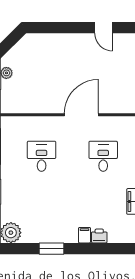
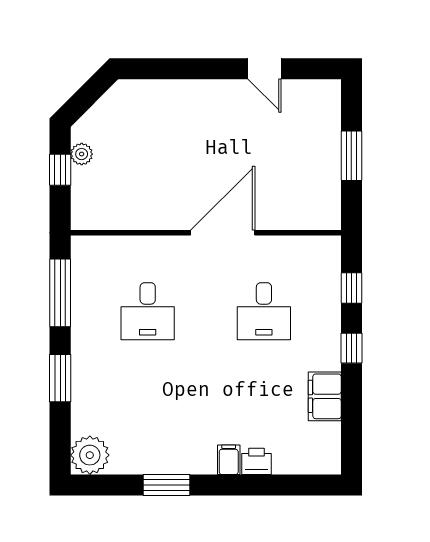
desk: (42, 156) -> (148, 311), turned 180
desk: (103, 156) -> (264, 311), turned 180

